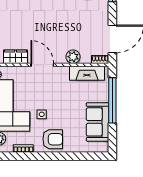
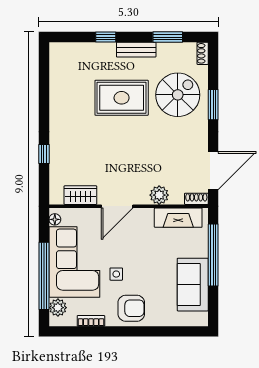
door: (42, 65) -> (117, 206), swing flipped

